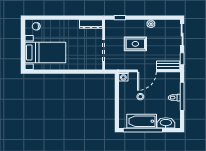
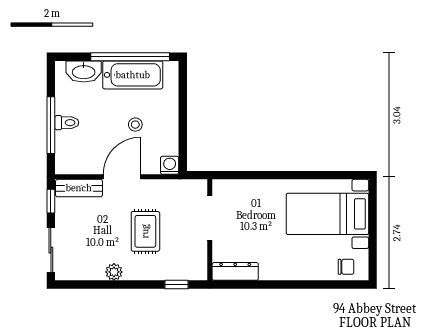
rug: (135, 44) -> (145, 231), turned 90

